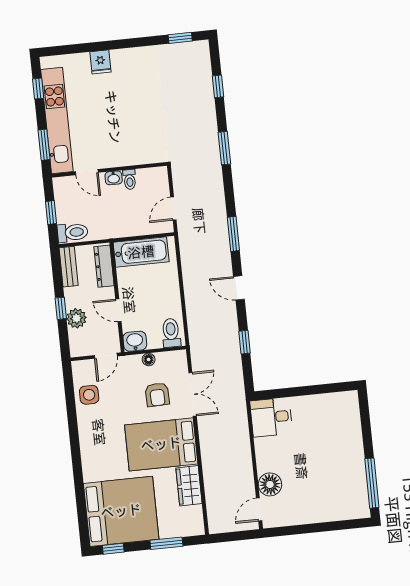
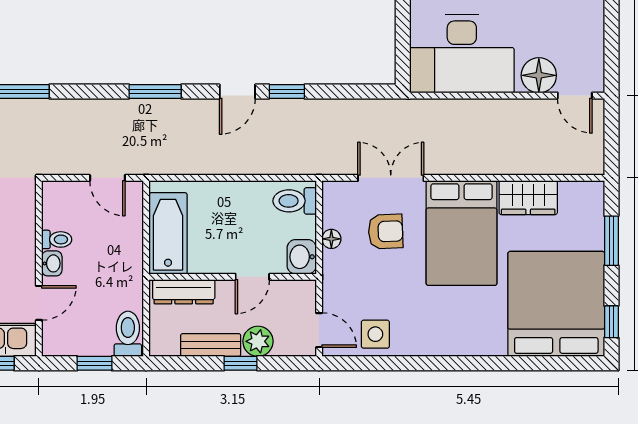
bench: (69, 267) -> (211, 345), moved
window: (244, 342) -> (287, 91), moved
door: (106, 356) -> (319, 330), moved
desk: (271, 417) -> (462, 54), width x1.87, depth x1.30

